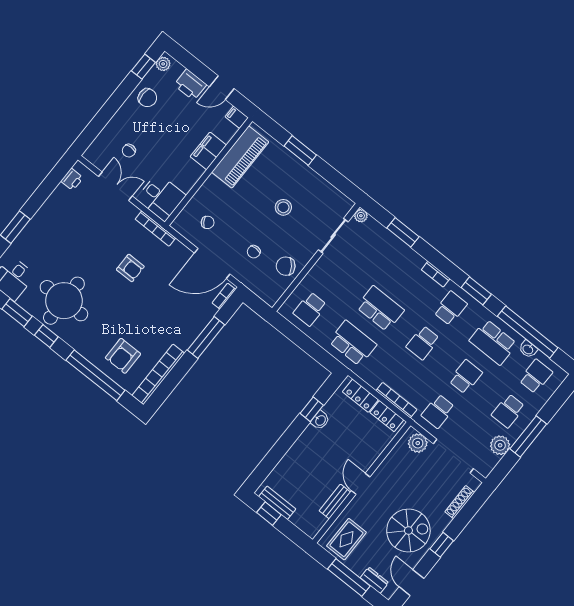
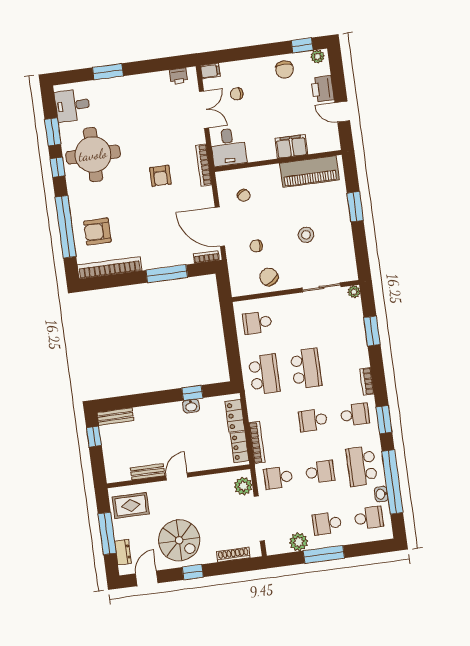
filing cabinet: (237, 117) -> (210, 71), moved, turned 90
bench: (277, 503) -> (115, 417), moved, turned 90

